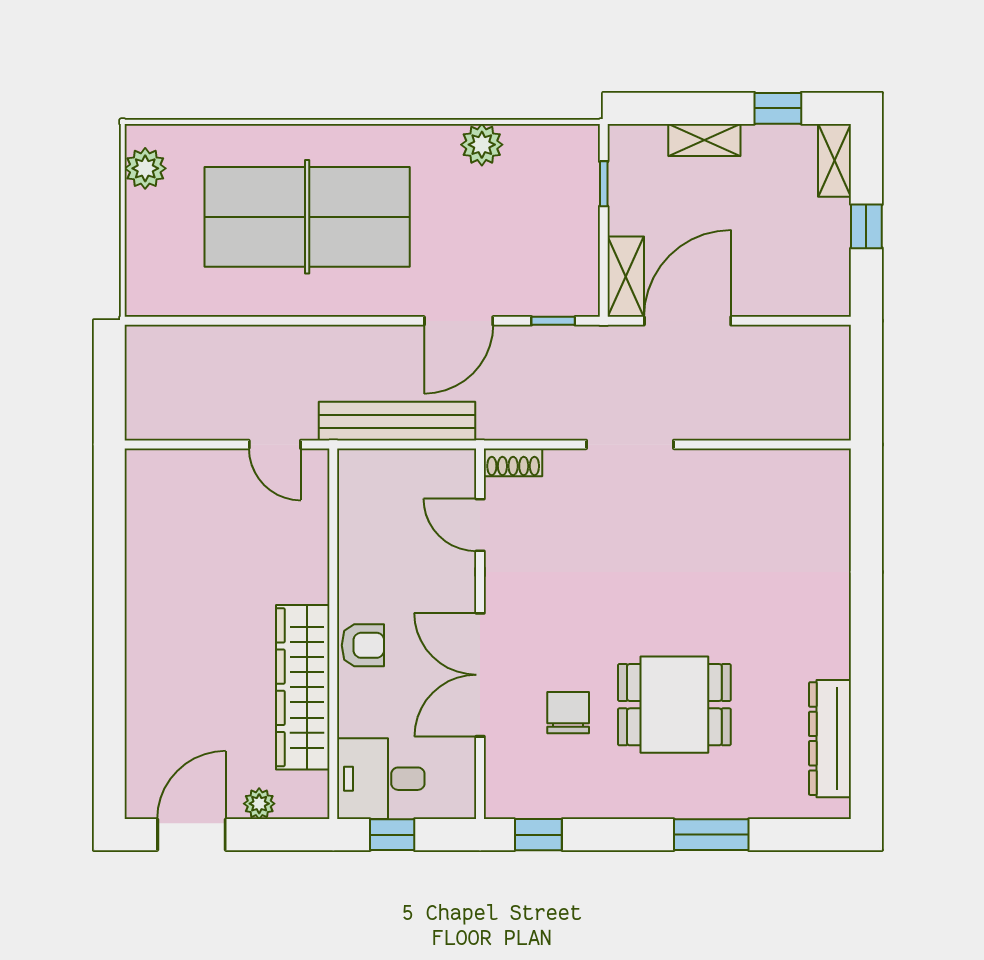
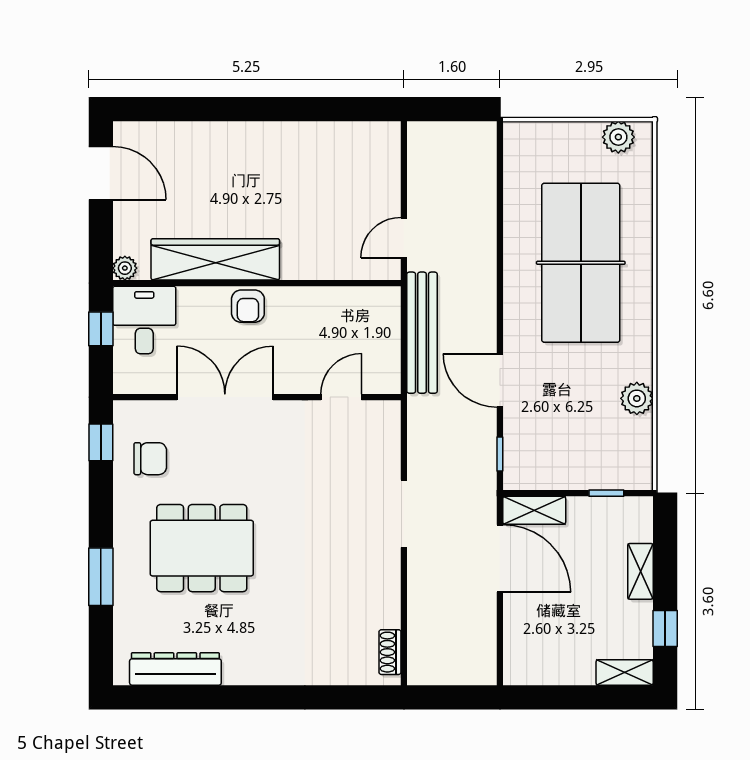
window: (866, 226) -> (573, 697), removed
shoe rack: (513, 462) -> (390, 652), moved
dining table: (674, 705) -> (202, 548), width x1.37
chair: (568, 713) -> (150, 459), moved
plant: (259, 804) -> (125, 268), moved

